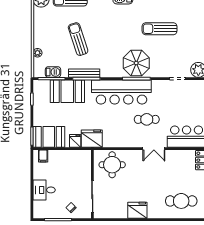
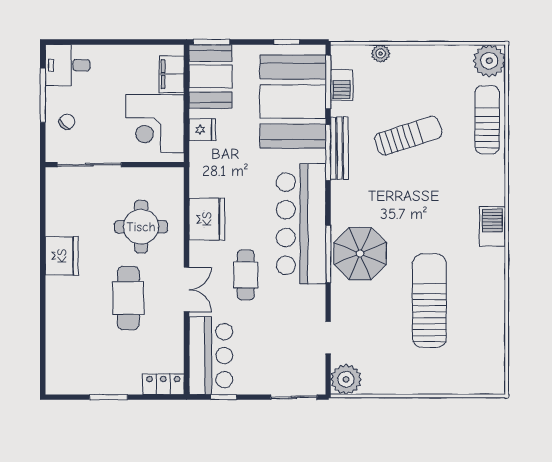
sun lounger: (160, 29) -> (429, 301), width x1.36, depth x1.34
booth: (67, 91) -> (293, 102), width x1.36, depth x1.42
fridge: (92, 139) -> (207, 219), moved
double door: (154, 149) -> (187, 290), swing flipped
filing cabinet: (43, 156) -> (172, 74), width x2.00
corner desk: (72, 164) -> (155, 124), added
round table: (112, 165) -> (141, 227), moved
desk: (44, 190) -> (68, 65), moved, turned -90
cafe table: (181, 201) -> (128, 298), moved

